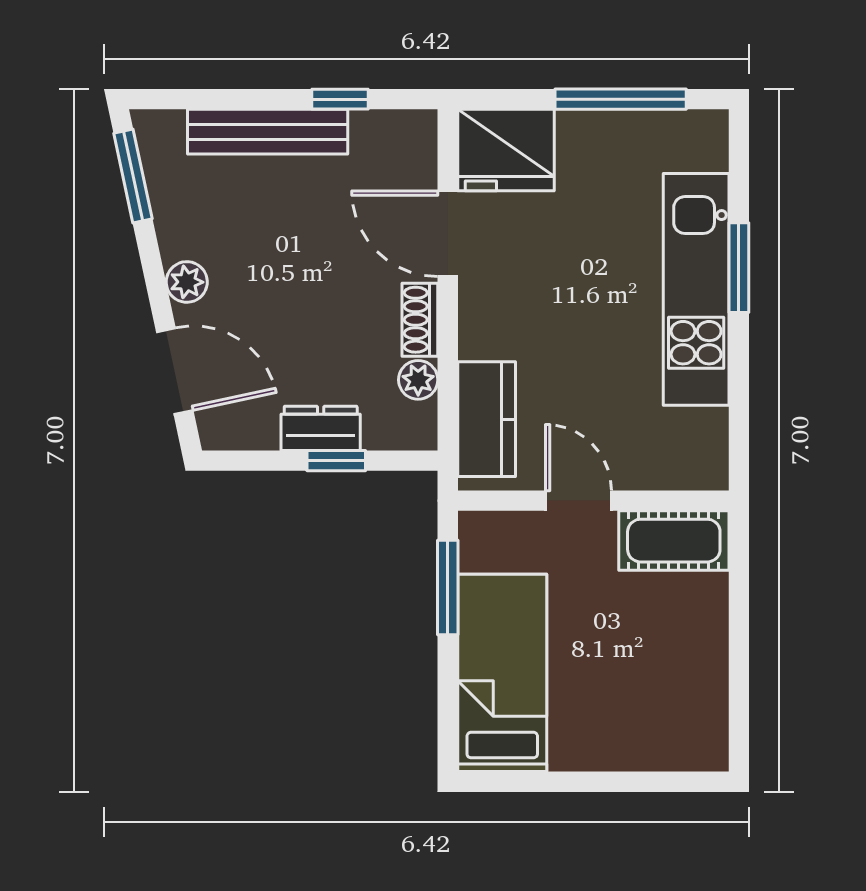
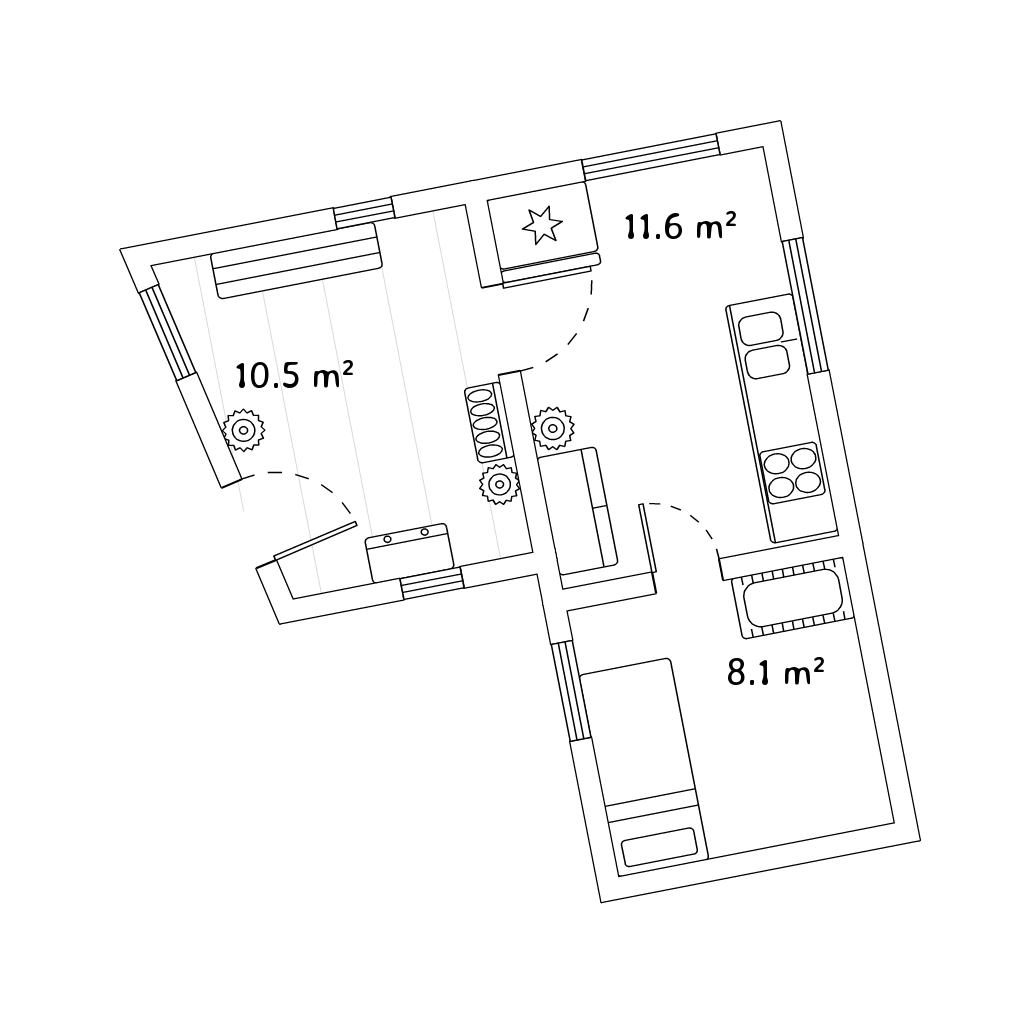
door: (448, 234) -> (501, 329), swing flipped
window: (739, 268) -> (805, 306), width x1.44
kitchen unit: (696, 289) -> (782, 418), moved
plant: (479, 337) -> (553, 429), added

